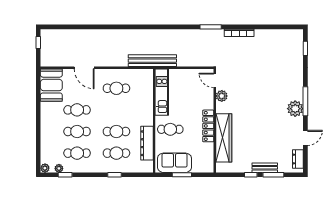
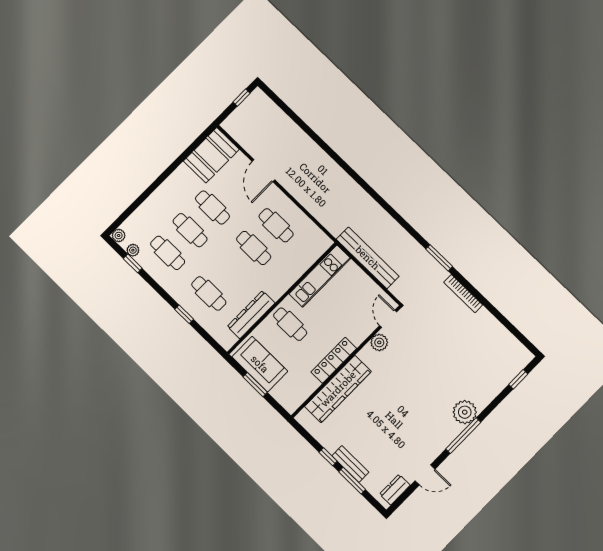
bench: (152, 61) -> (368, 258), moved
plant: (295, 109) -> (465, 412), moved
cafe table: (116, 131) -> (254, 248), moved

